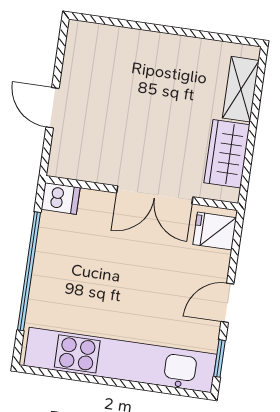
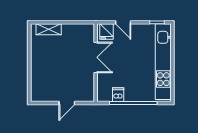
wardrobe: (227, 154) -> (75, 31), removed
dishwasher: (61, 198) -> (118, 95), moved
door: (227, 303) -> (123, 22), moved

